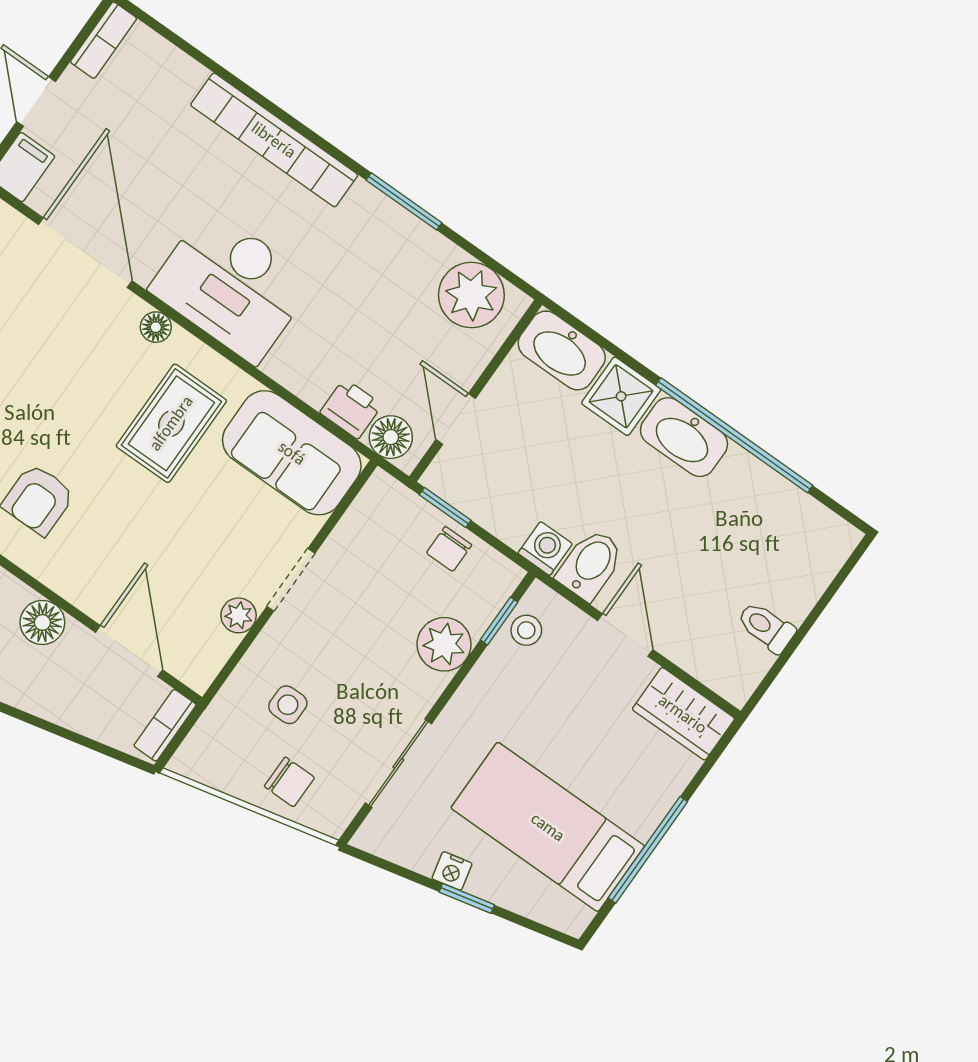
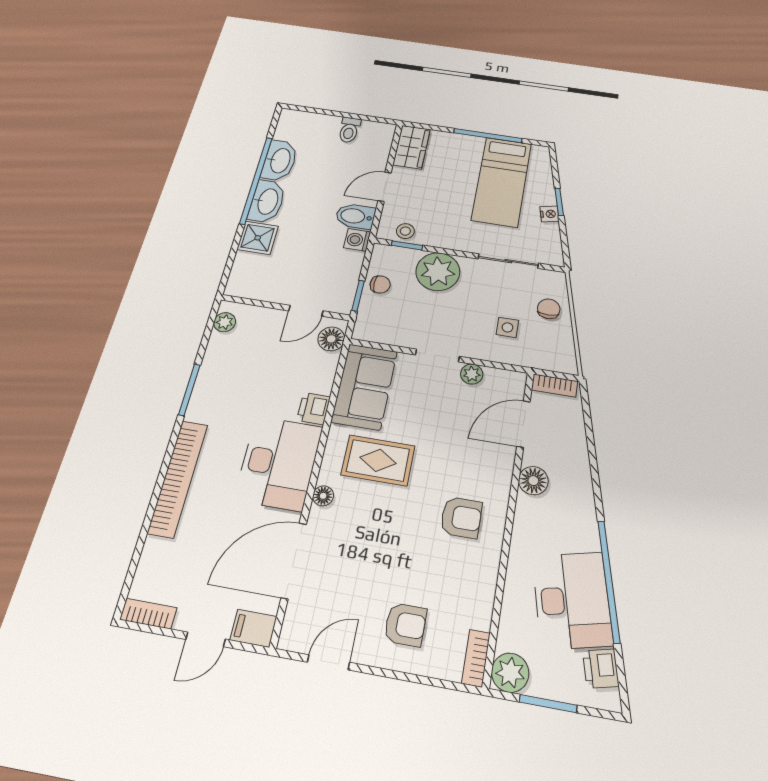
plant: (471, 295) -> (225, 322), width x0.53, depth x0.53
washbasin: (562, 350) -> (280, 161), moved
printer: (351, 409) -> (314, 409), moved
plant: (444, 644) -> (438, 272), width x1.36, depth x1.36

